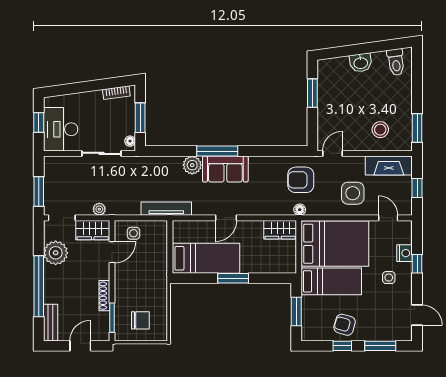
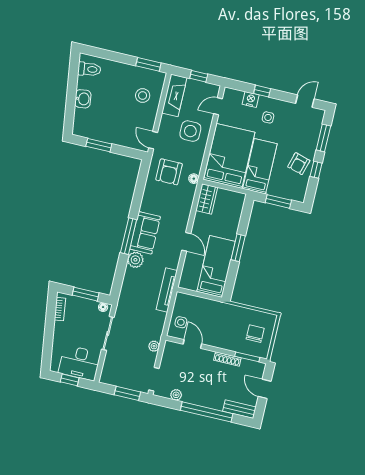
wardrobe: (93, 230) -> (170, 356), removed
plant: (56, 253) -> (176, 395), width x0.53, depth x0.53

